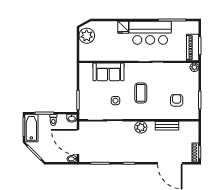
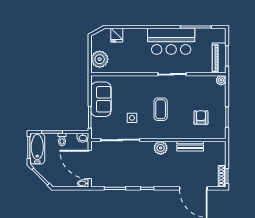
fridge: (123, 27) -> (117, 35), moved
plant: (87, 36) -> (100, 59), moved
sofa: (108, 72) -> (101, 99), moved, turned -90

